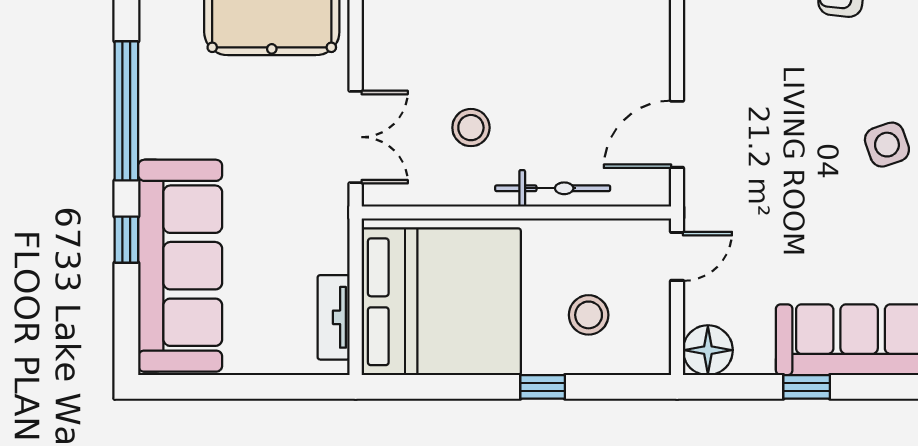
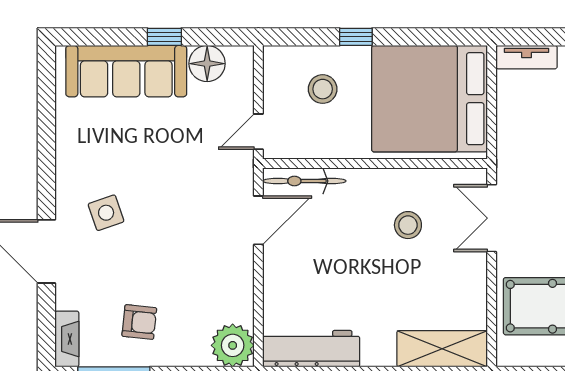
bicycle: (553, 188) -> (304, 181), moved
tv unit: (334, 317) -> (527, 57), moved, turned 90
floor lamp: (708, 350) -> (207, 64), moved

